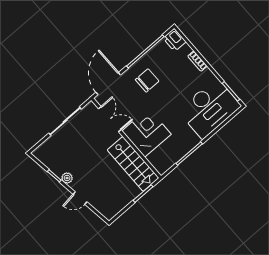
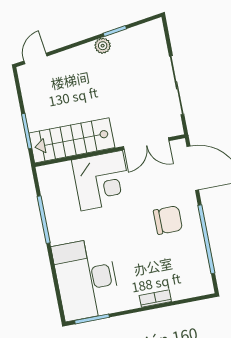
printer: (174, 40) -> (199, 285), removed
chair: (147, 80) -> (168, 220), turned -90
door: (80, 198) -> (36, 59), moved

